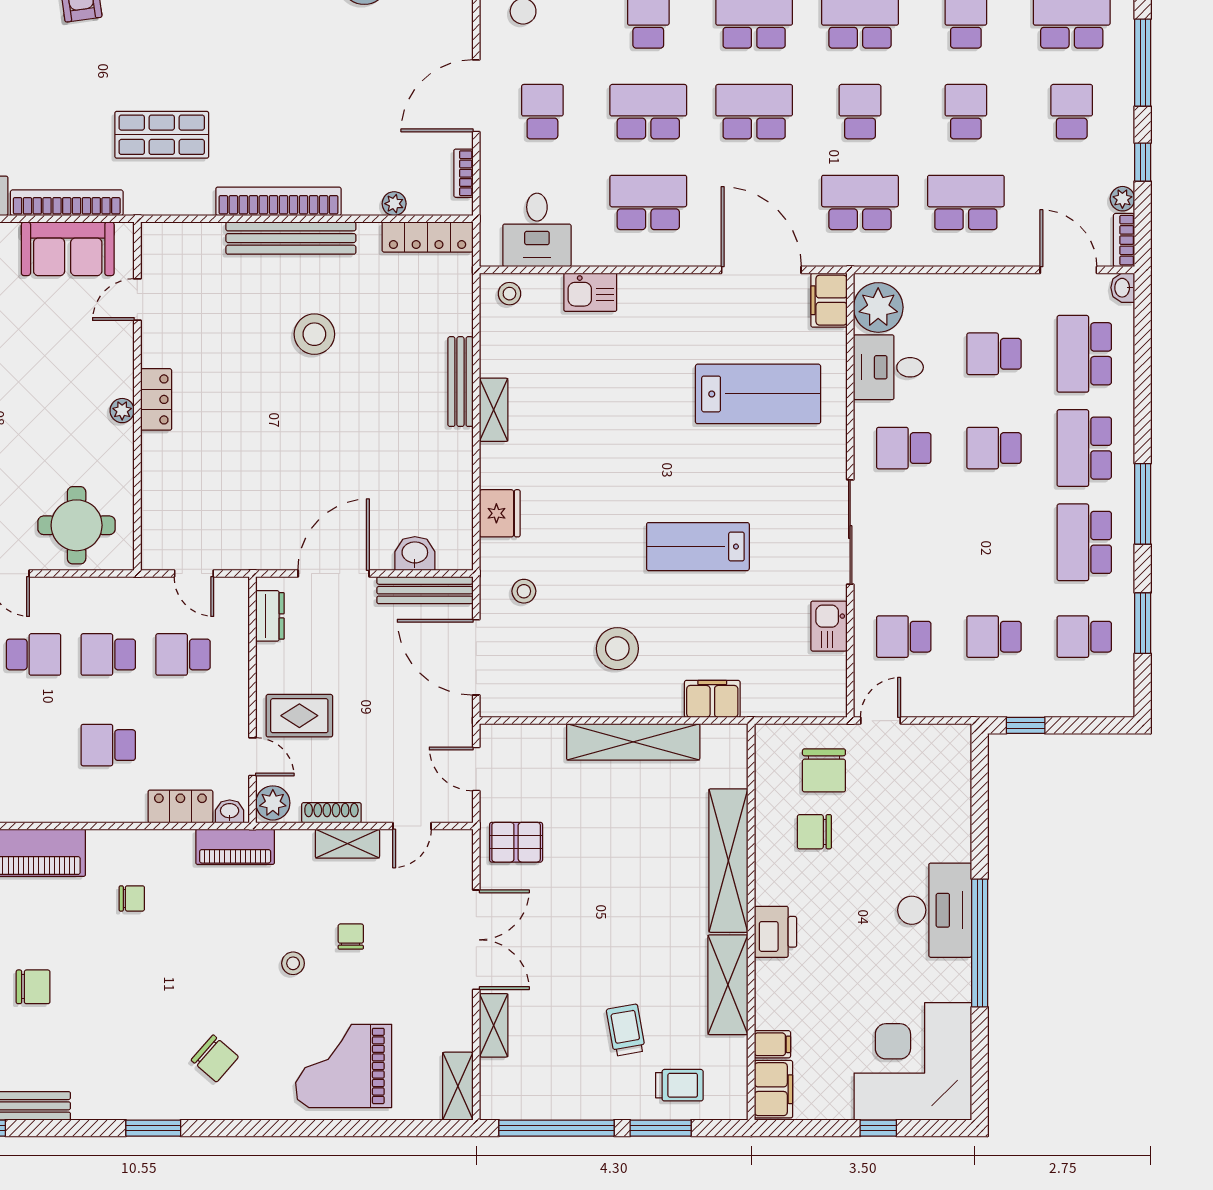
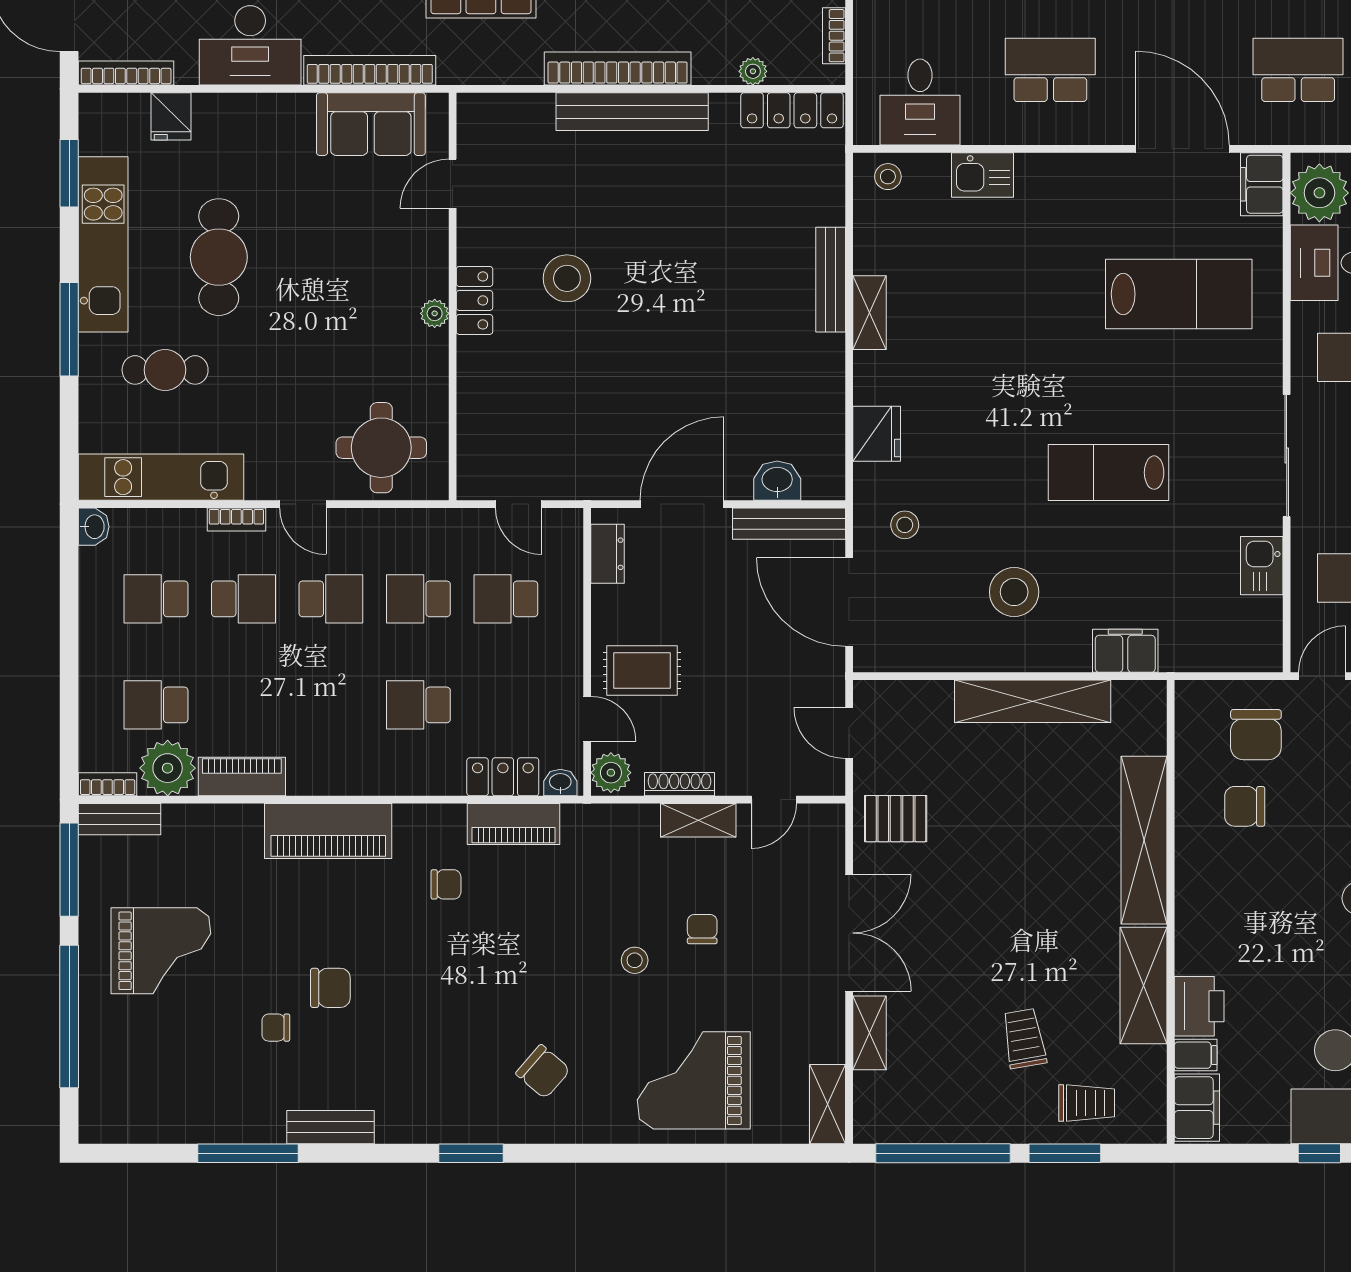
stool: (314, 334) -> (567, 278), moved
piano: (235, 847) -> (514, 824), moved
printer: (775, 932) -> (1199, 1006), moved

